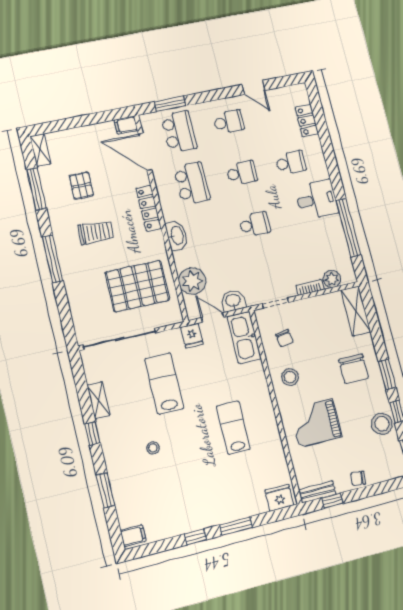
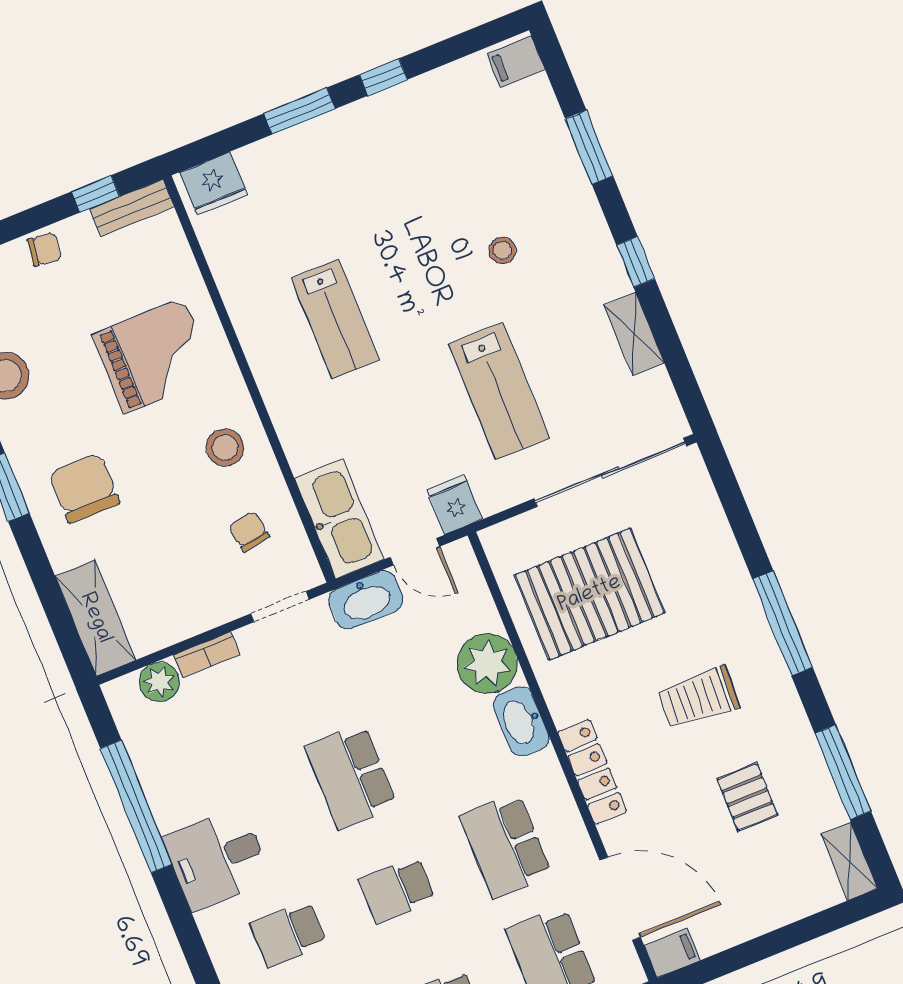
school desk: (255, 225) -> (351, 776), width x1.85
plant: (192, 281) -> (487, 663), moved
washbasin: (233, 301) -> (366, 600), width x1.38

